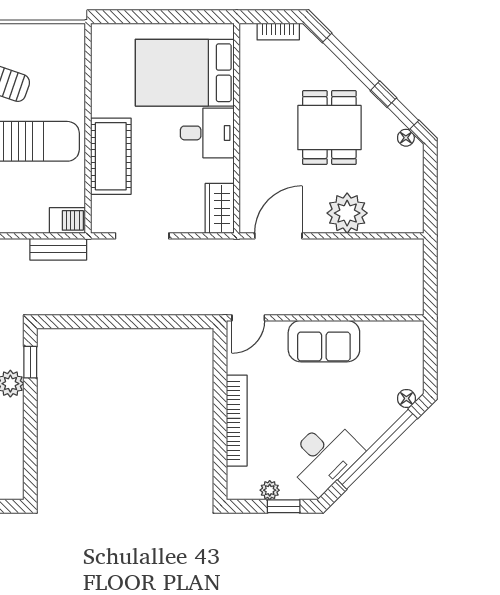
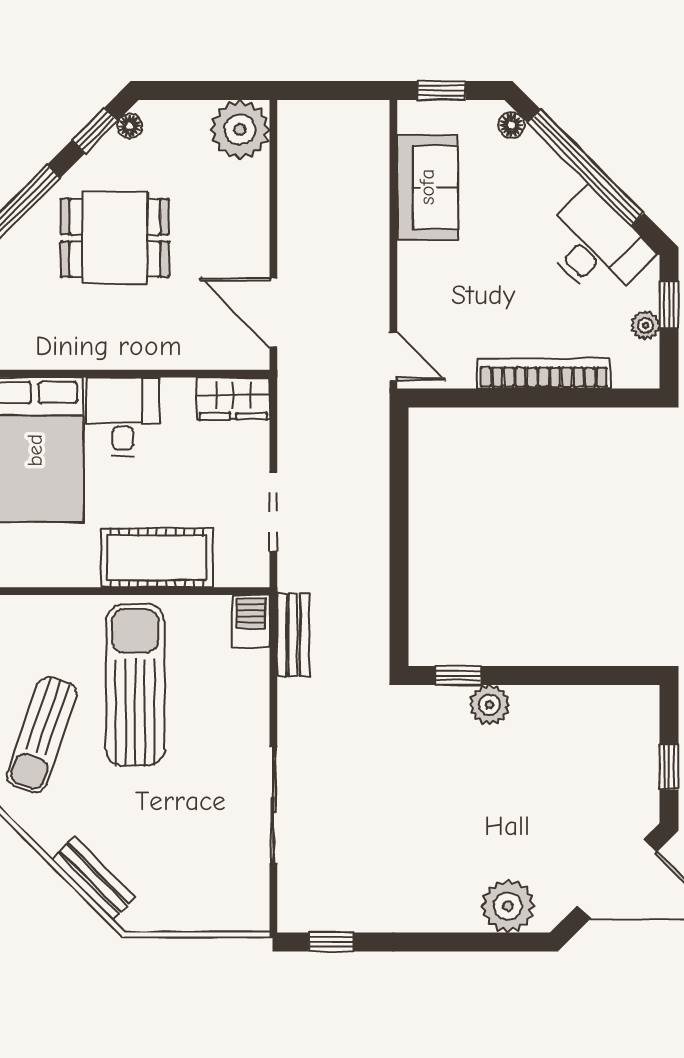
plant: (347, 213) -> (240, 129), moved
sofa: (324, 341) -> (427, 187), moved
window: (430, 351) -> (442, 90), added

